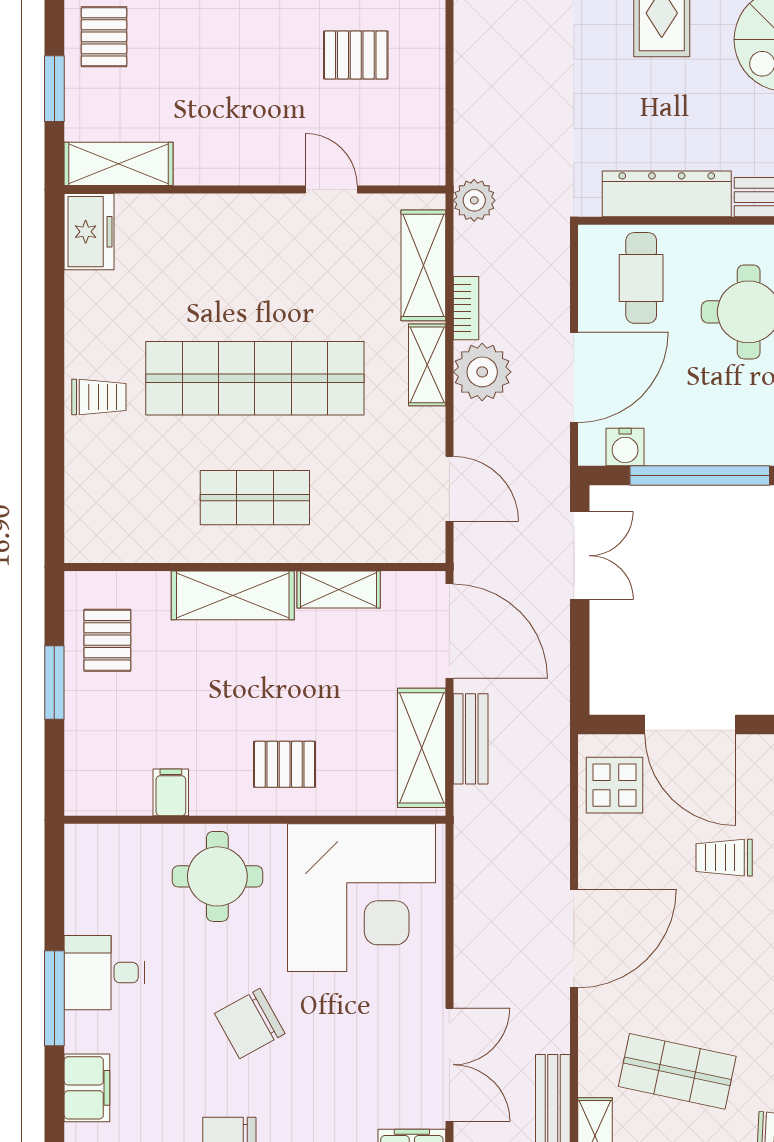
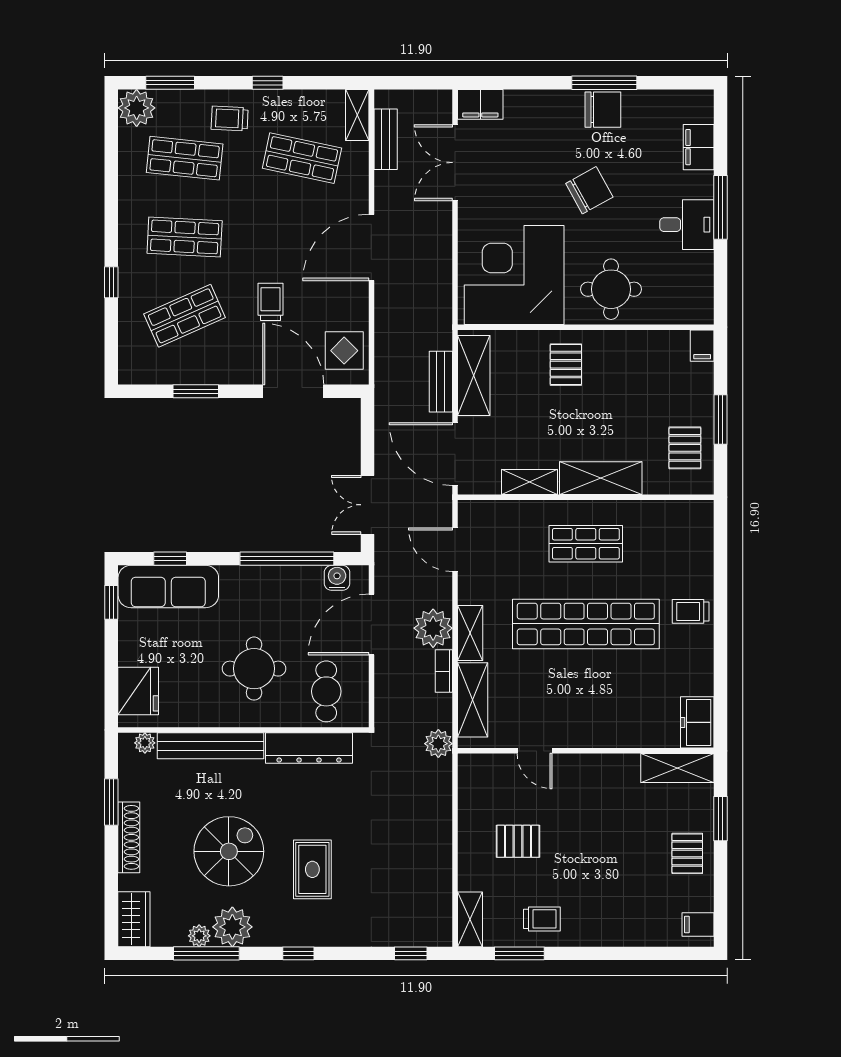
pallet: (285, 764) -> (566, 365), turned 90
filing cabinet: (171, 792) -> (702, 346), moved
trolley: (724, 858) -> (270, 302), turned -90

